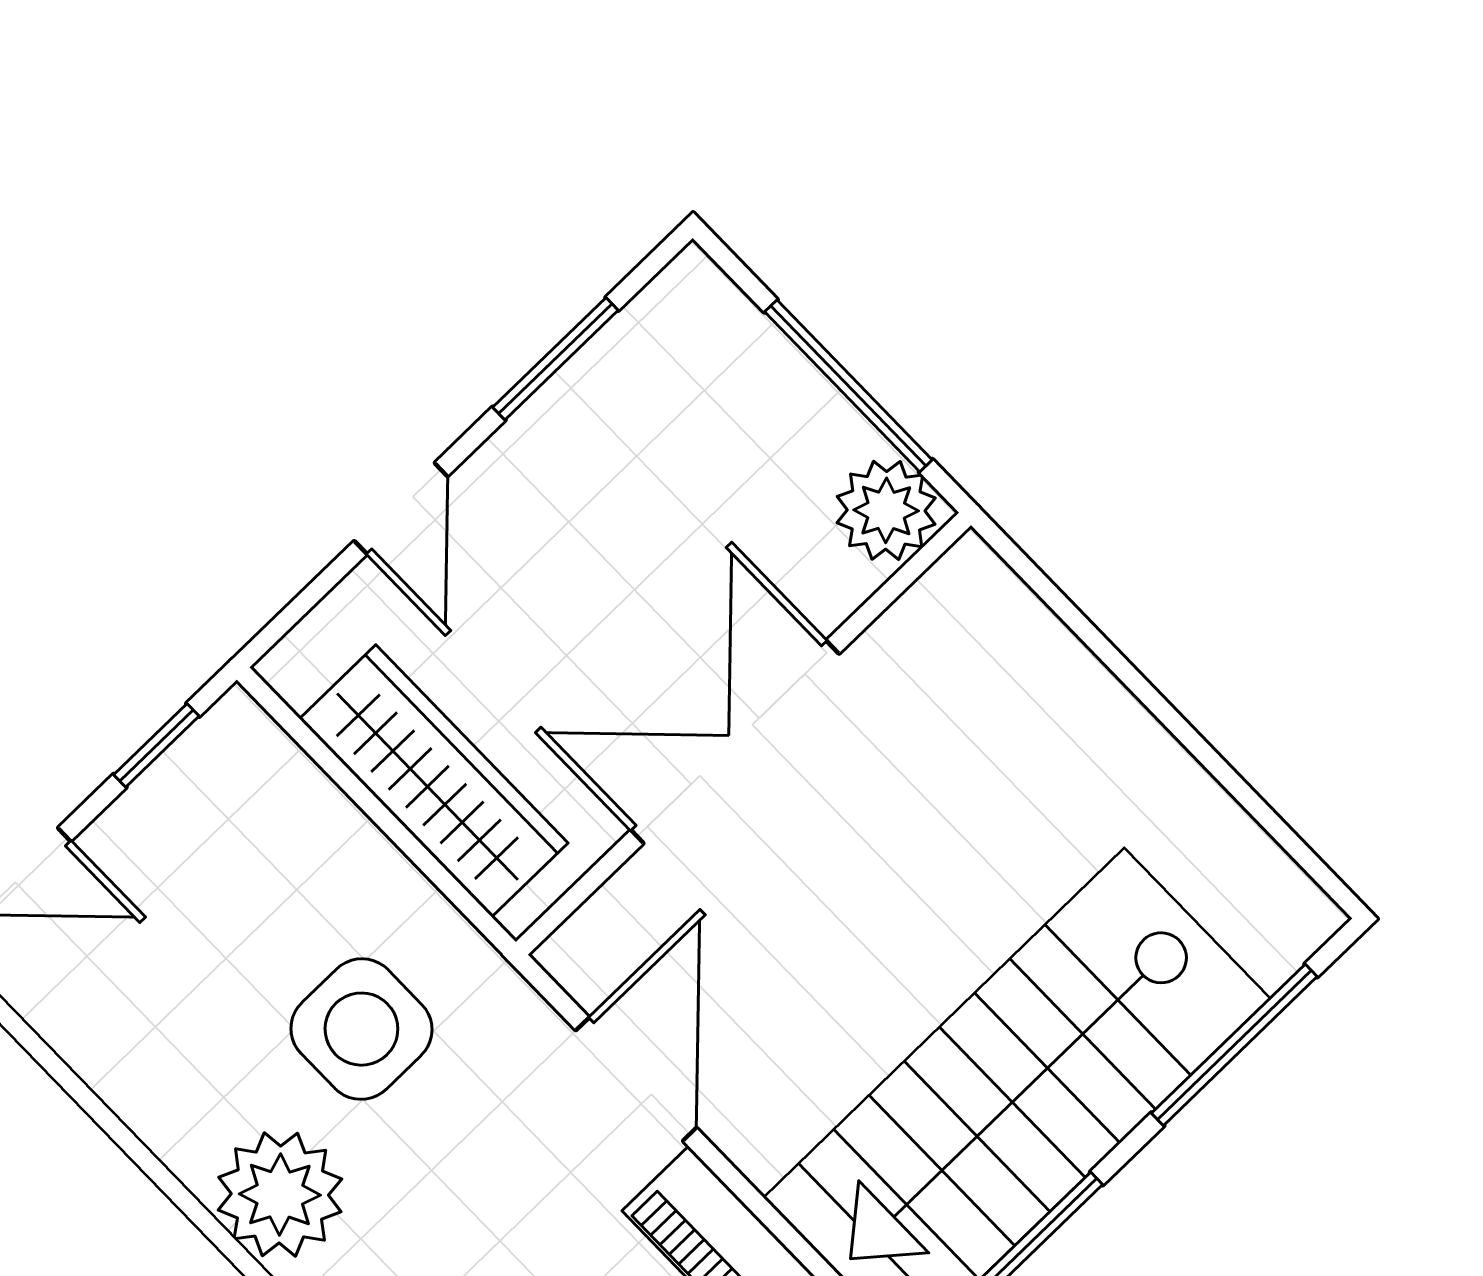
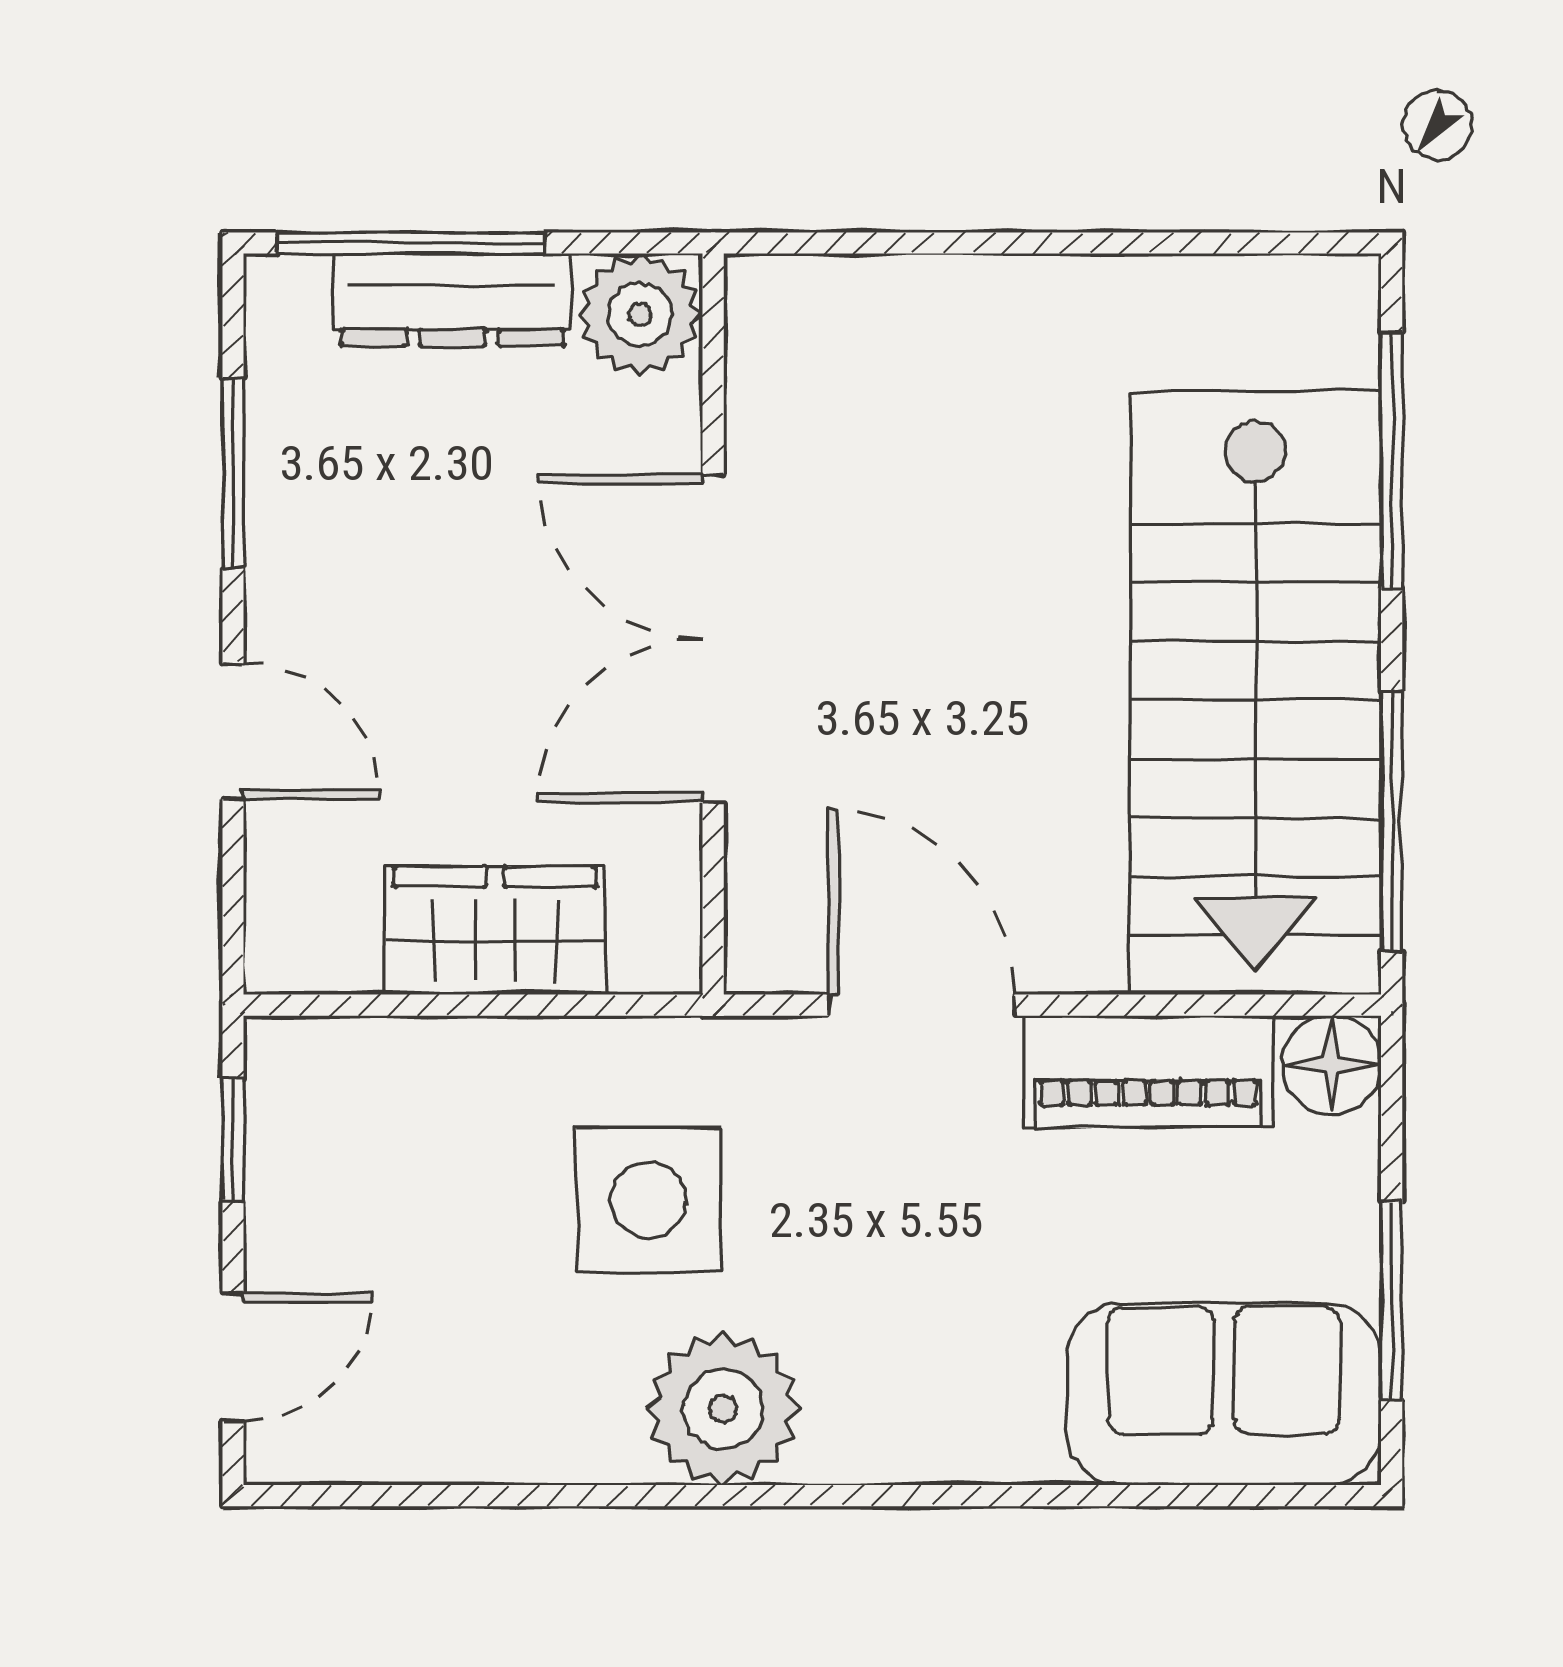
window: (848, 386) -> (411, 243), moved
dresser: (786, 390) -> (453, 300), added
wardrobe: (434, 781) -> (495, 931), width x0.67

